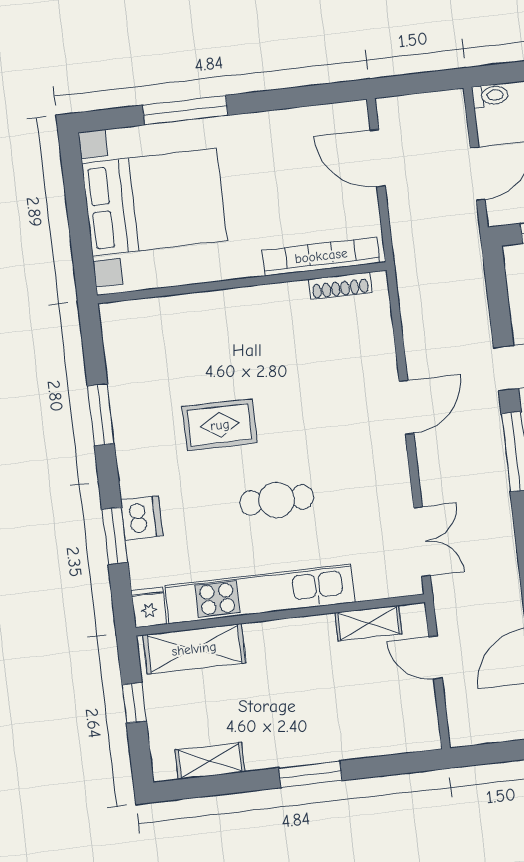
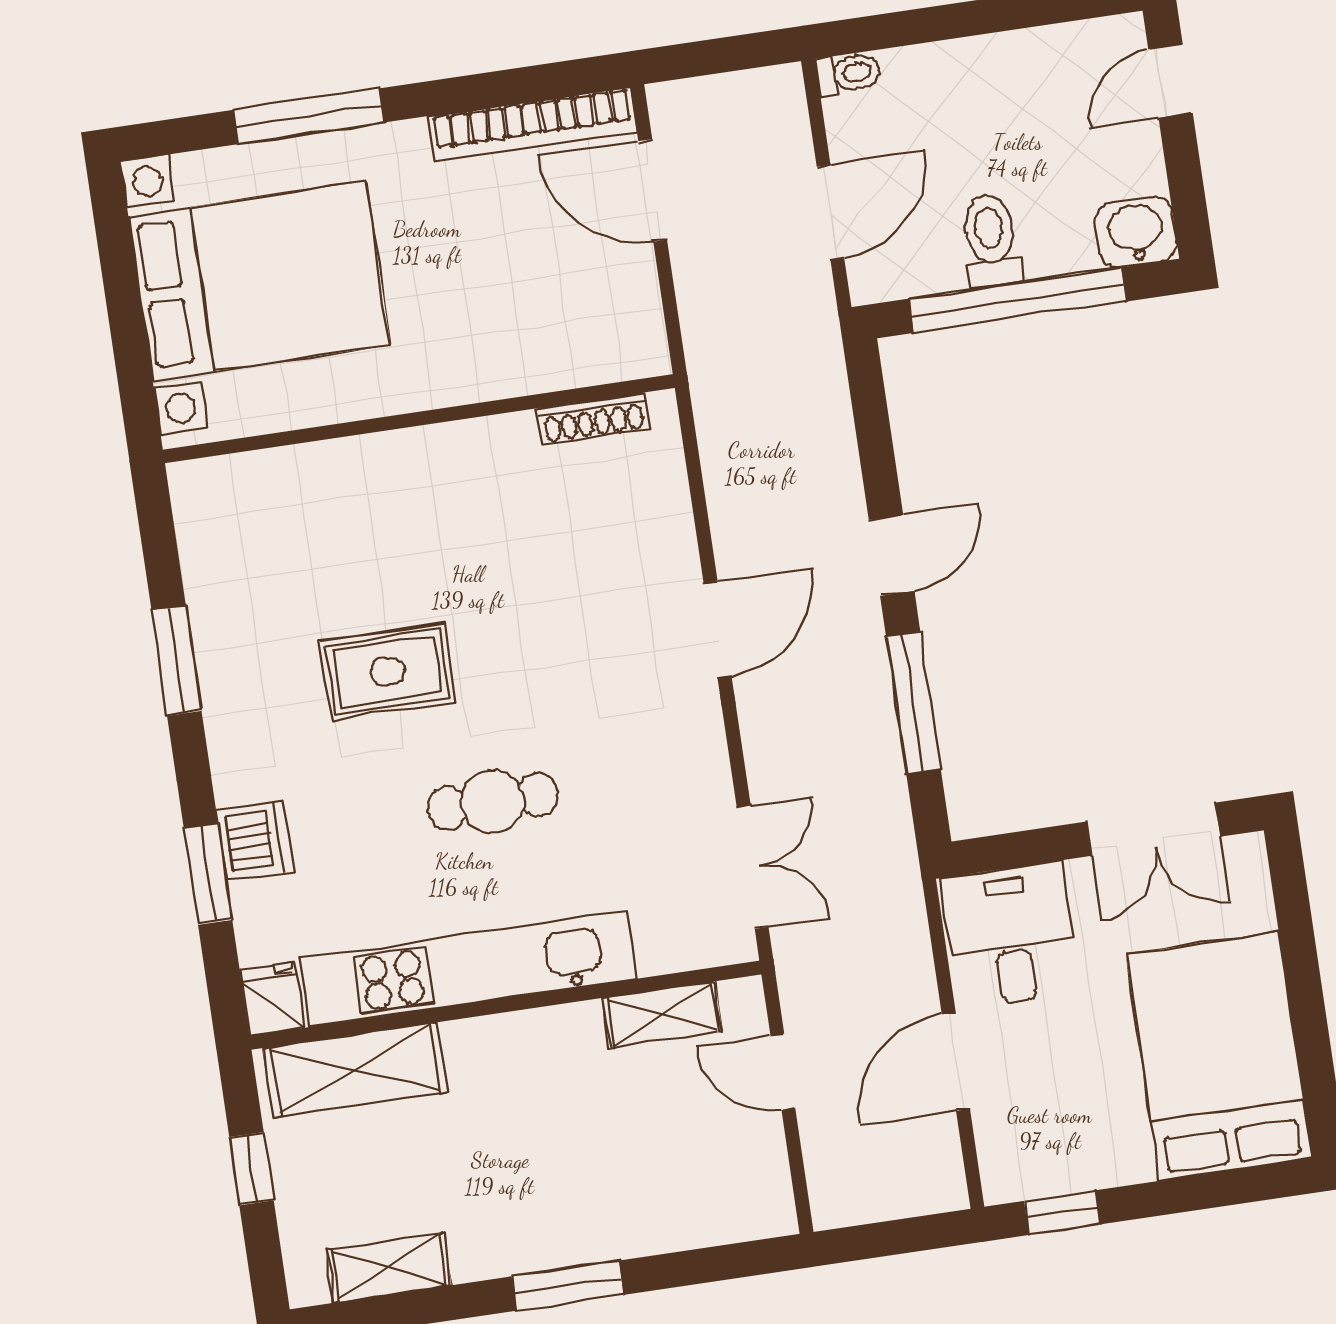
bookcase: (321, 256) -> (532, 124), moved, turned 180

